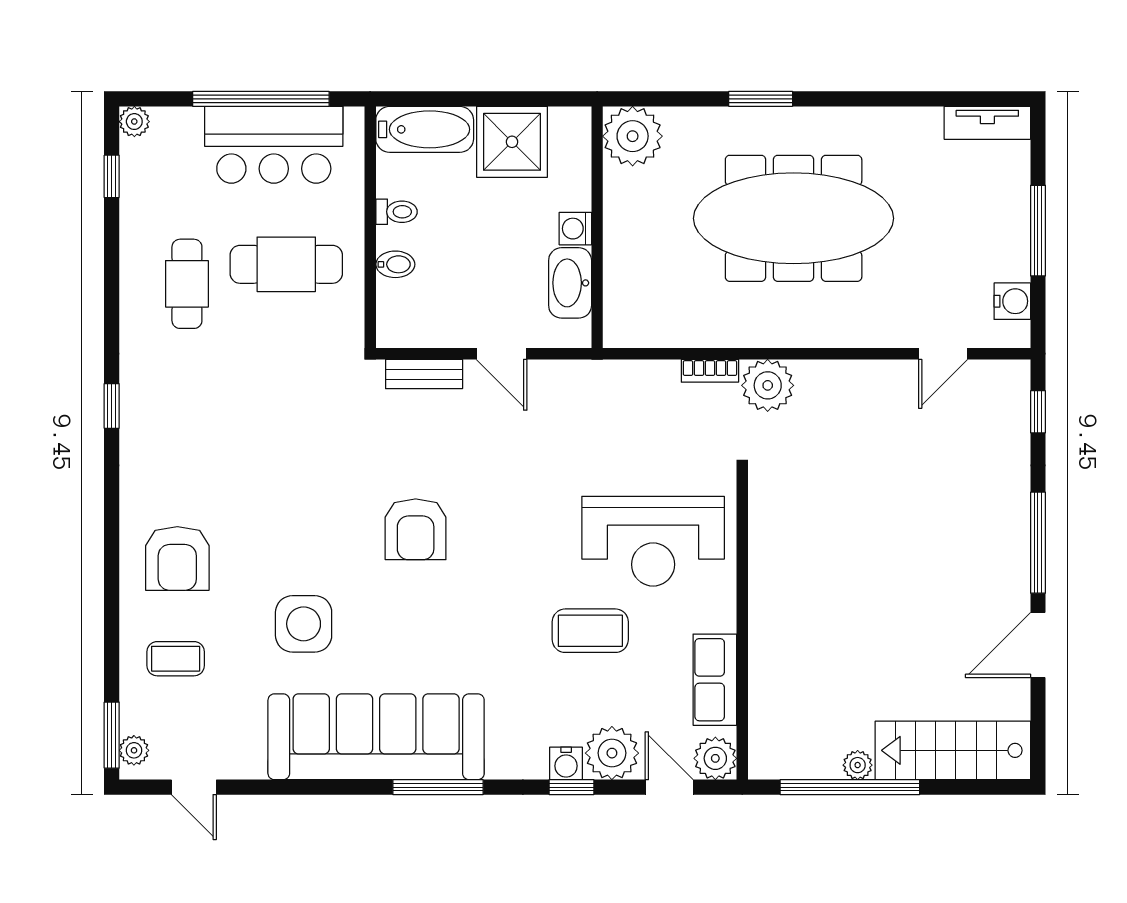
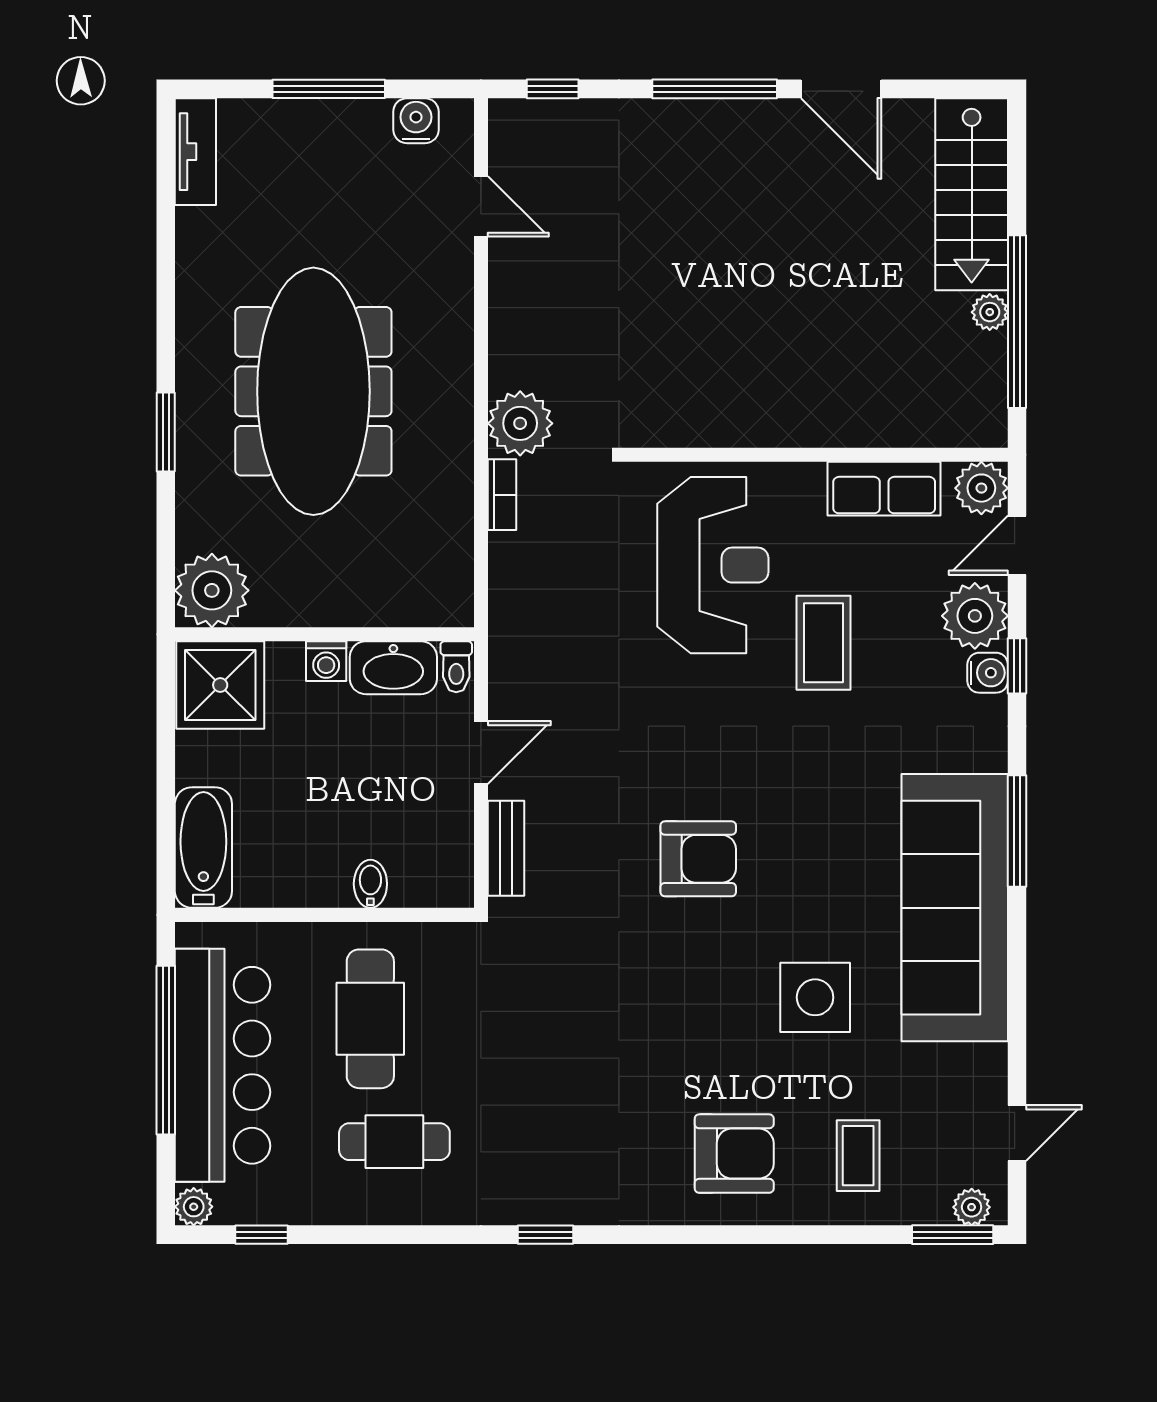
shower: (512, 142) -> (220, 685), moved
bar counter: (274, 145) -> (222, 1065), width x1.36
toilet: (397, 212) -> (456, 667), moved, turned 180

